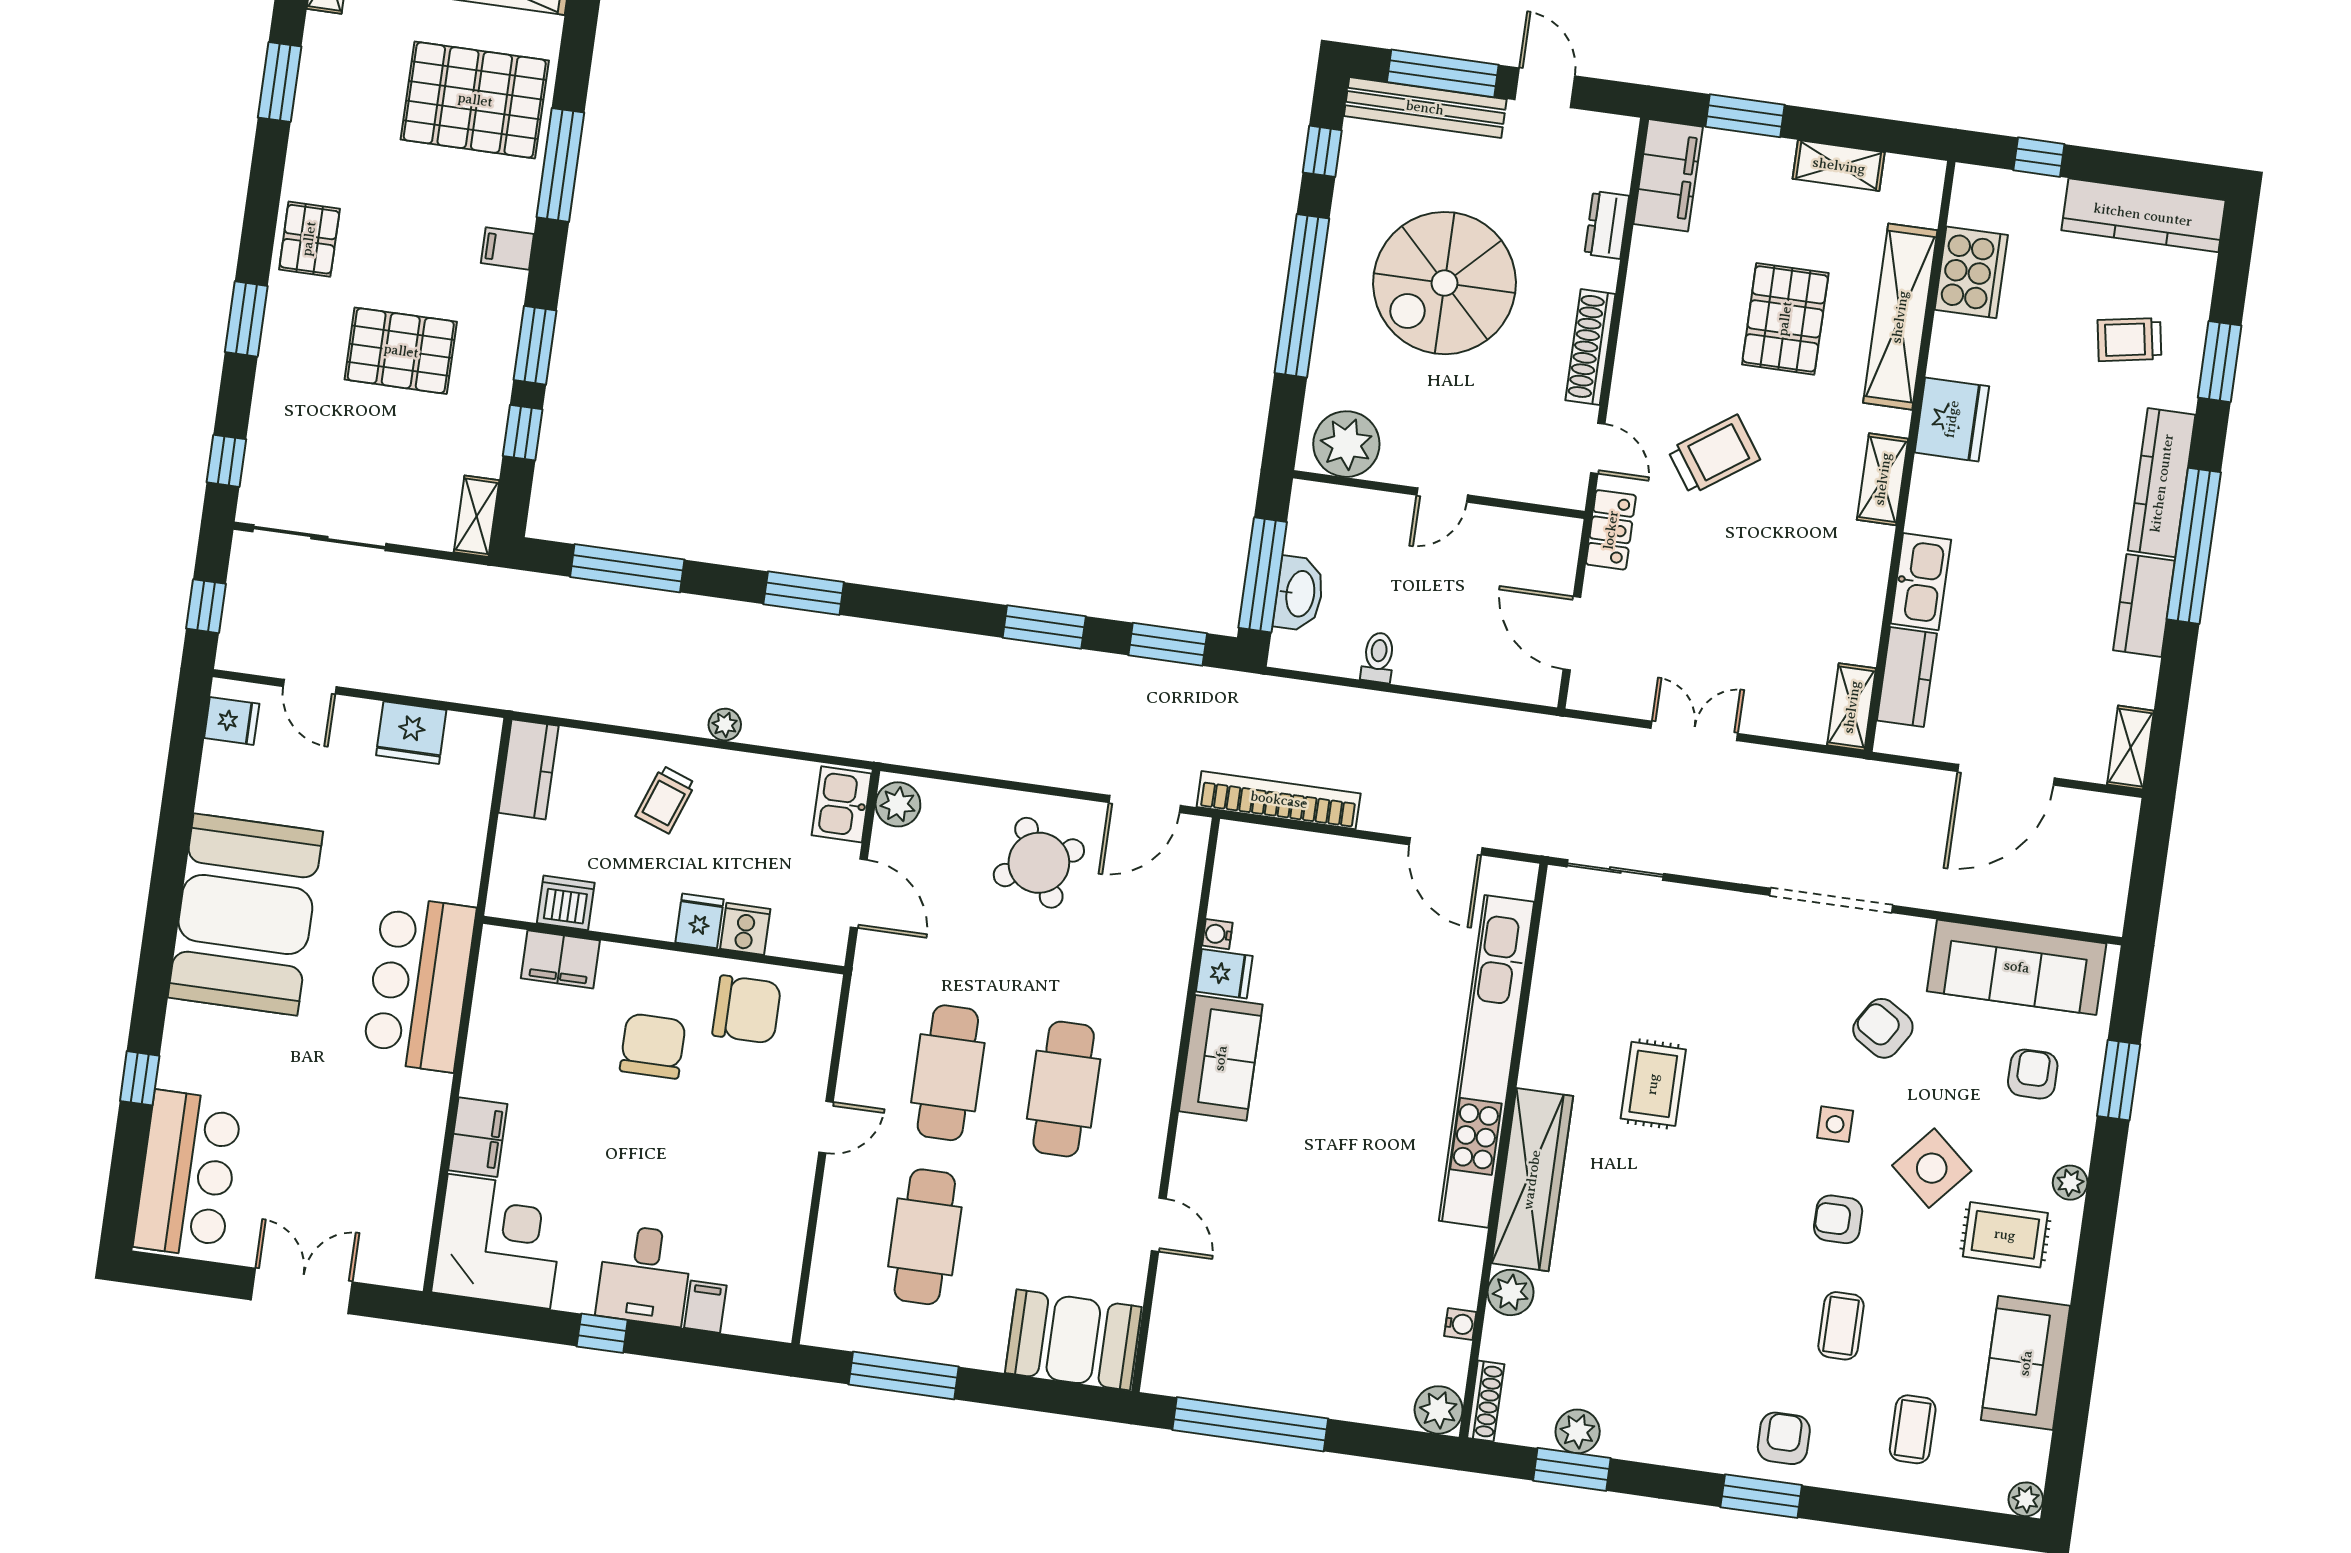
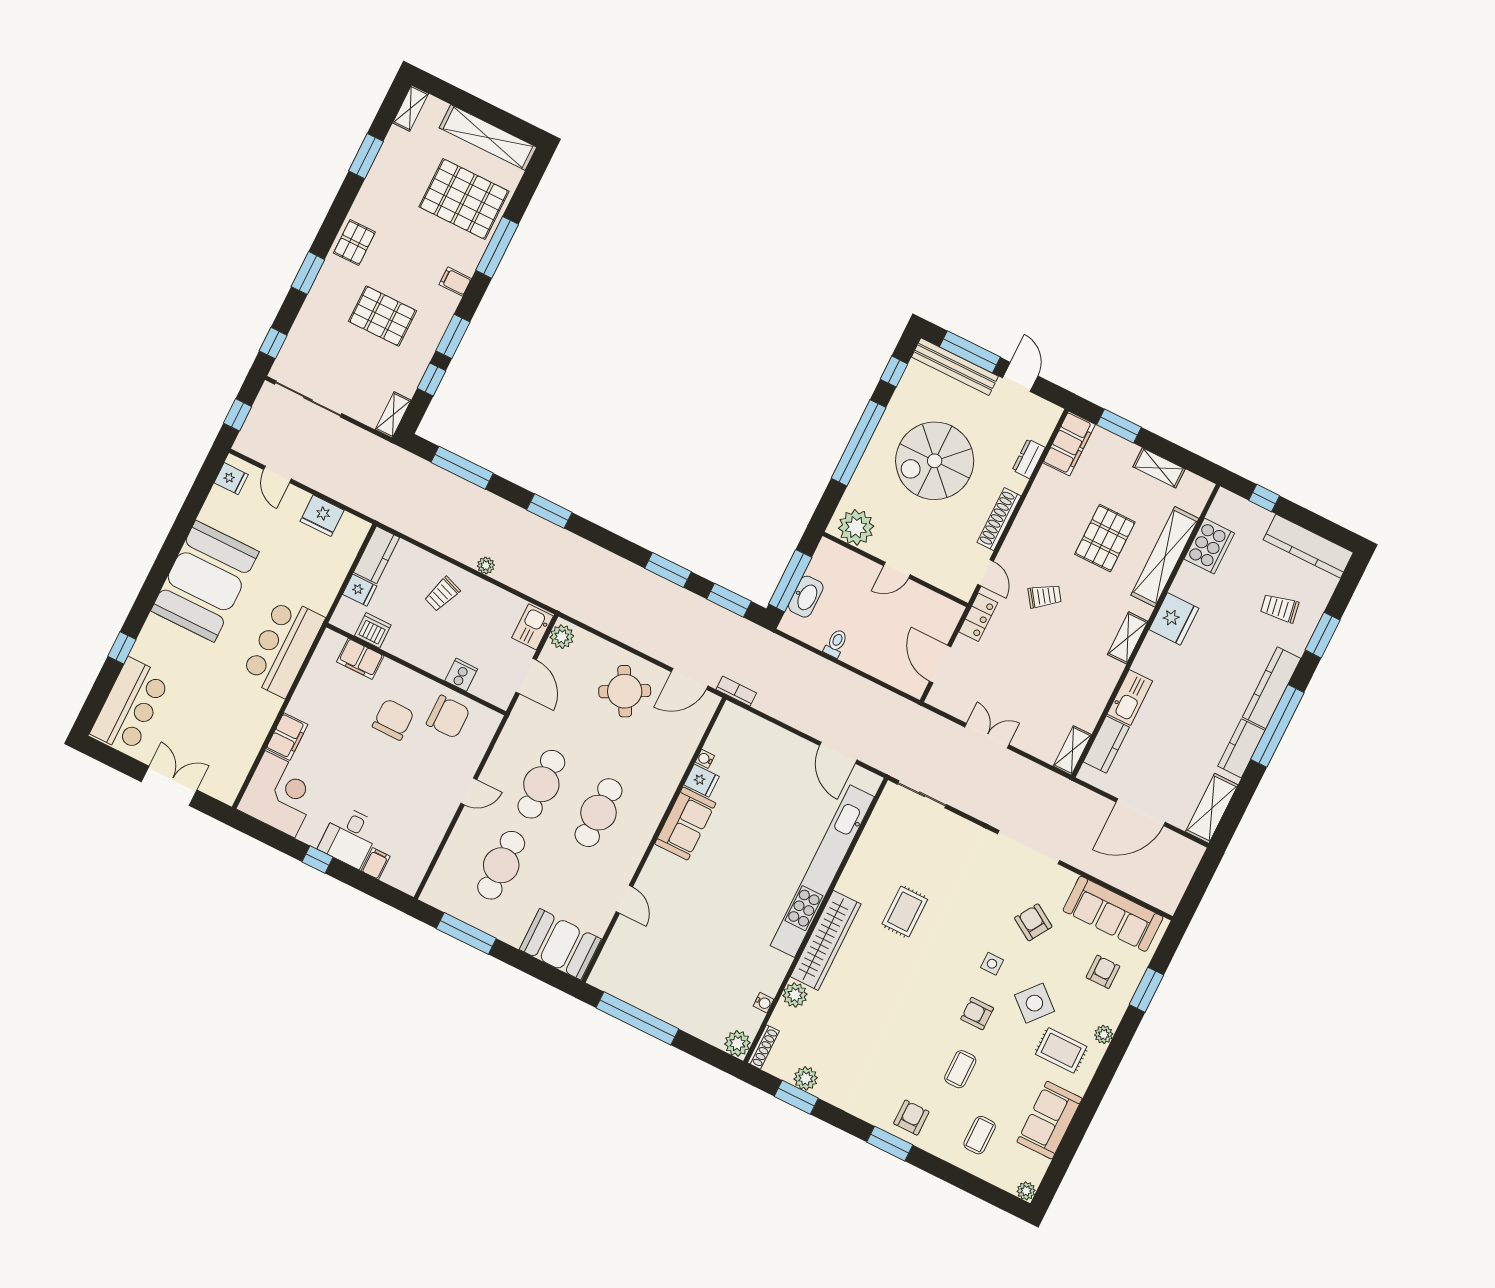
trolley: (1714, 455) -> (1045, 596), width x0.73, depth x0.72
shelving: (2131, 748) -> (1212, 808), width x1.50, depth x1.33
bookcase: (1279, 800) -> (736, 691), width x0.43, depth x0.76
fridge: (700, 921) -> (360, 590), moved, turned 90

